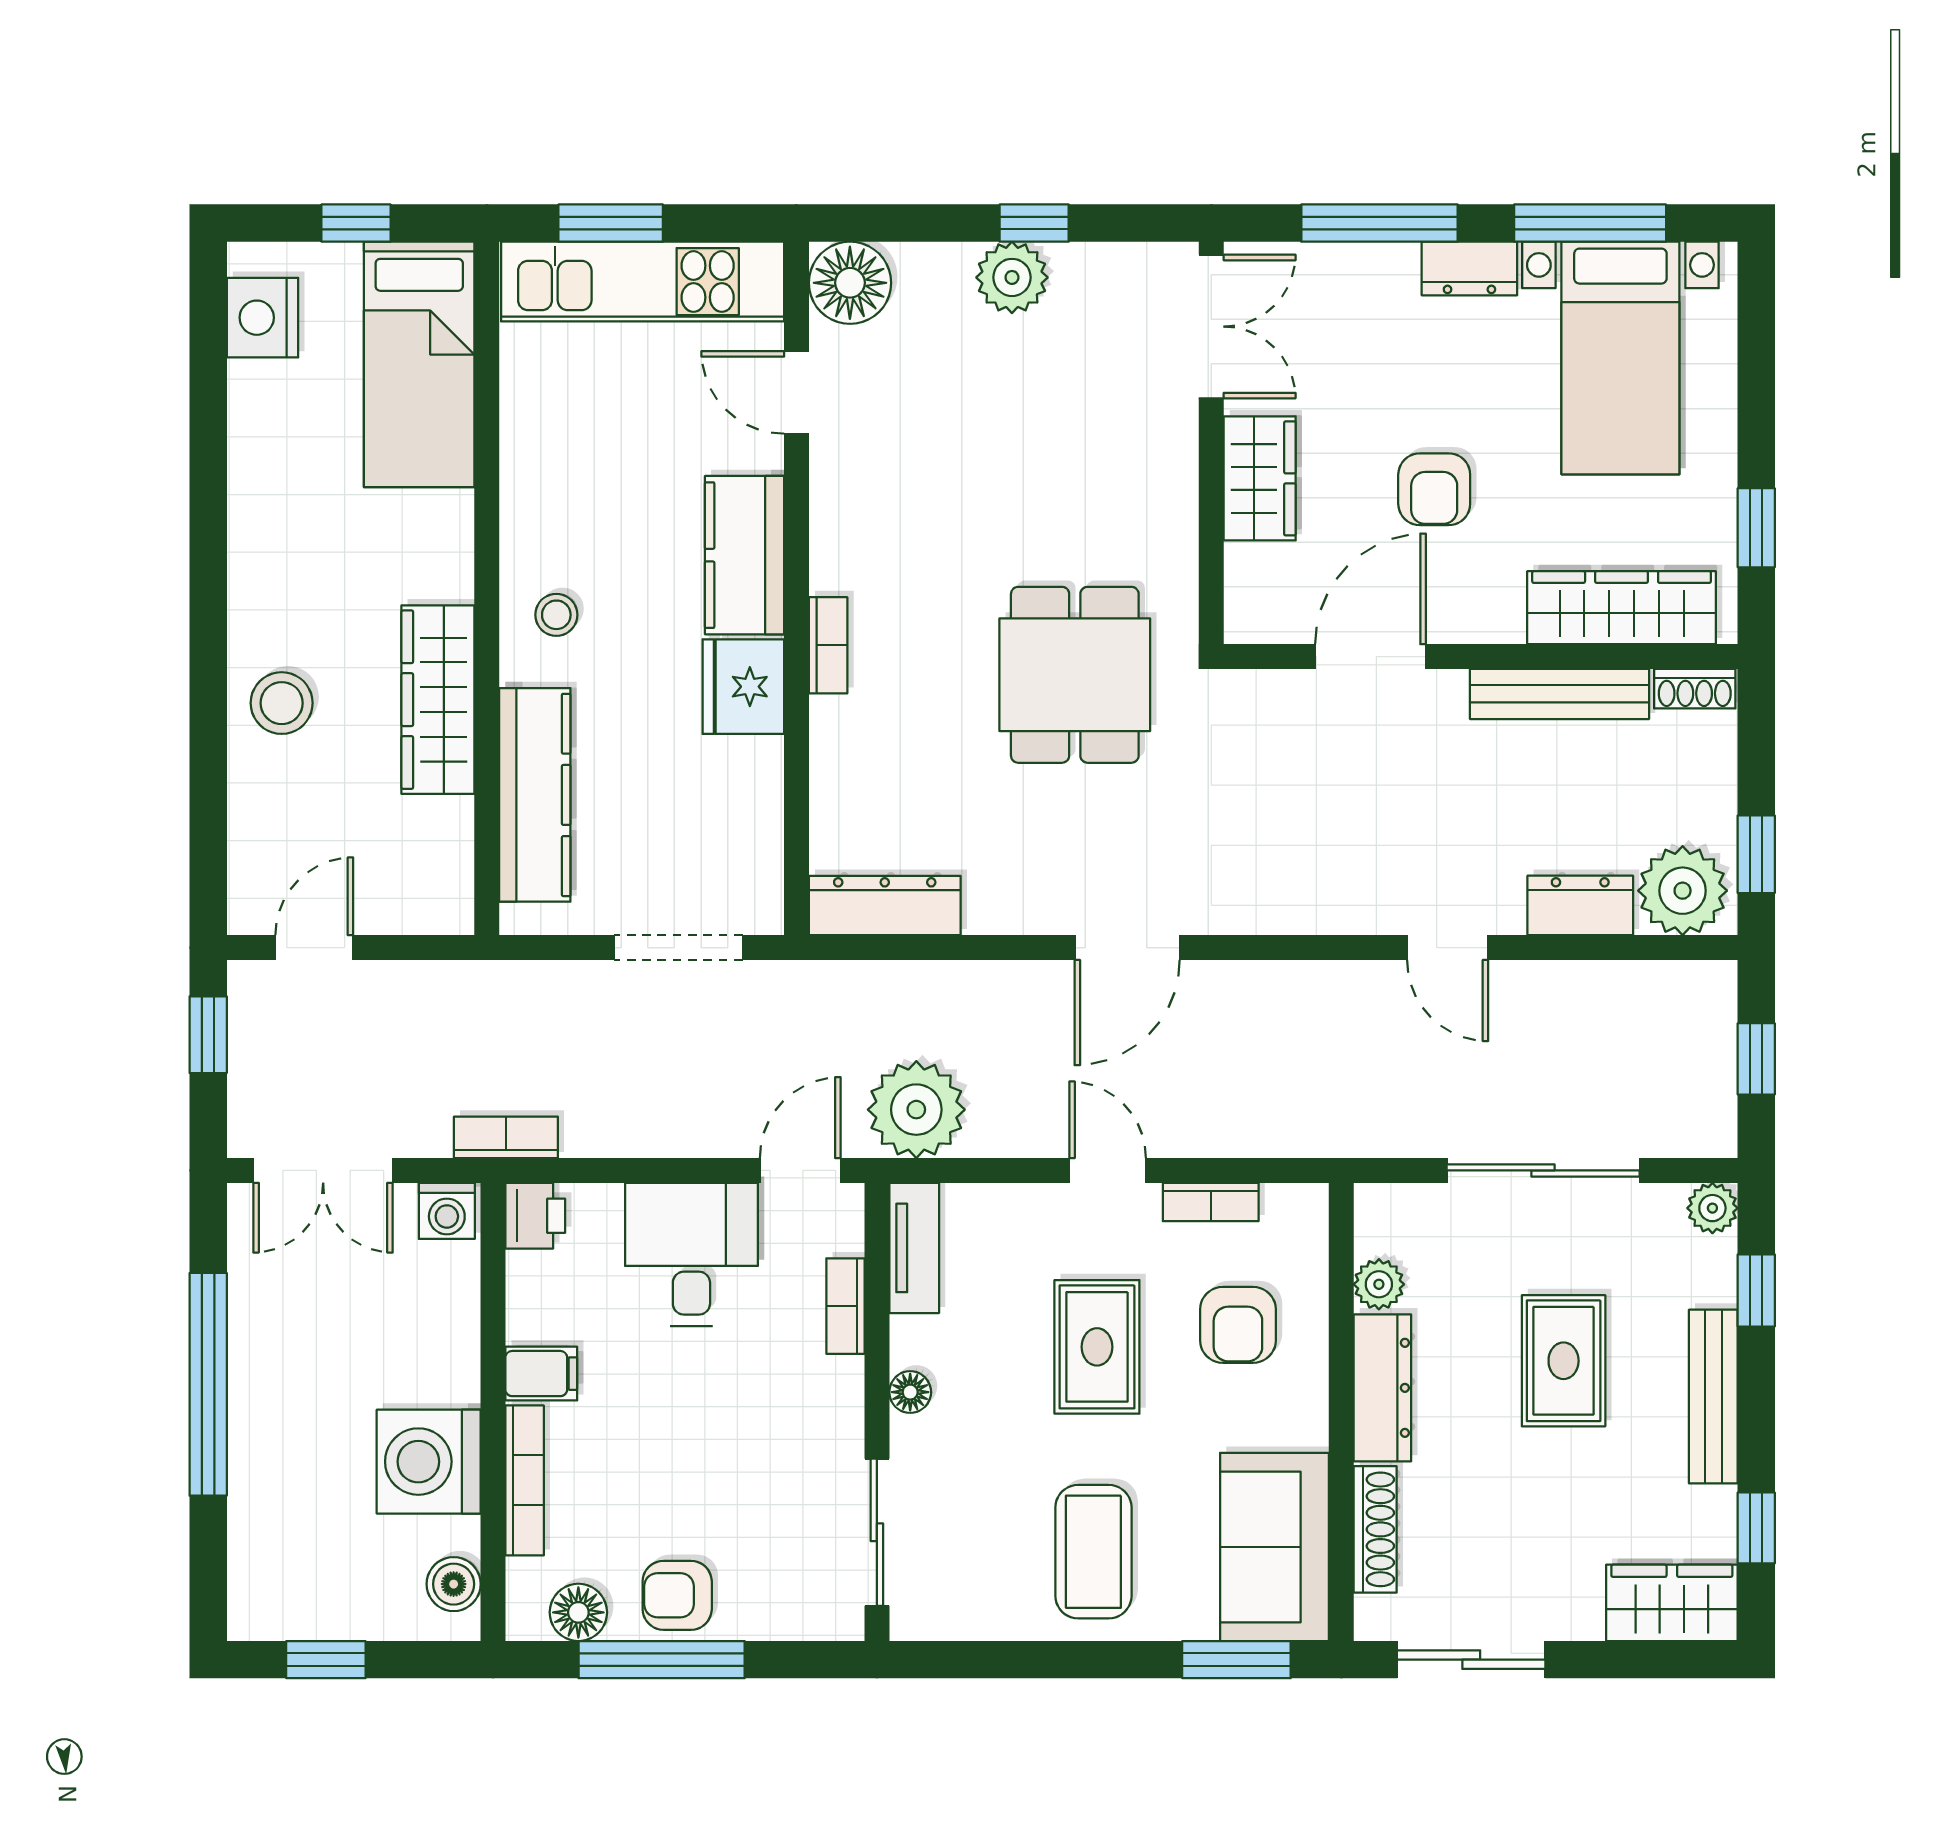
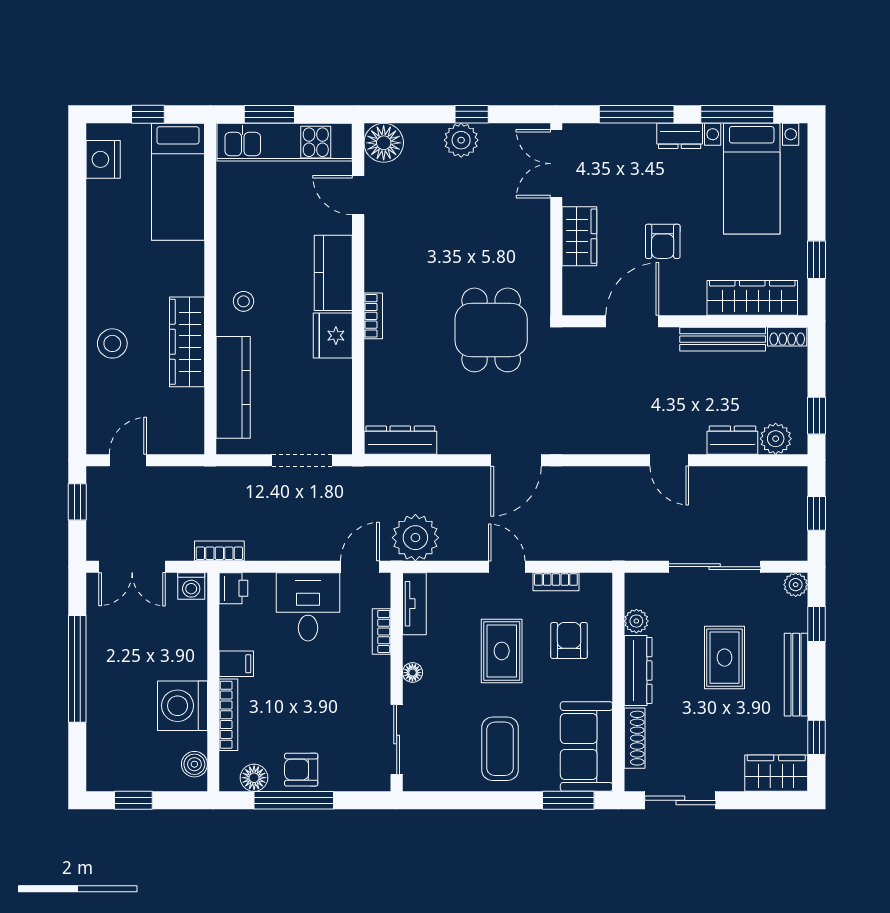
double door: (1211, 327) -> (556, 164), swing flipped
plant: (1683, 891) -> (776, 439), width x0.73, depth x0.73
armchair: (1238, 1325) -> (569, 640), turned 180

